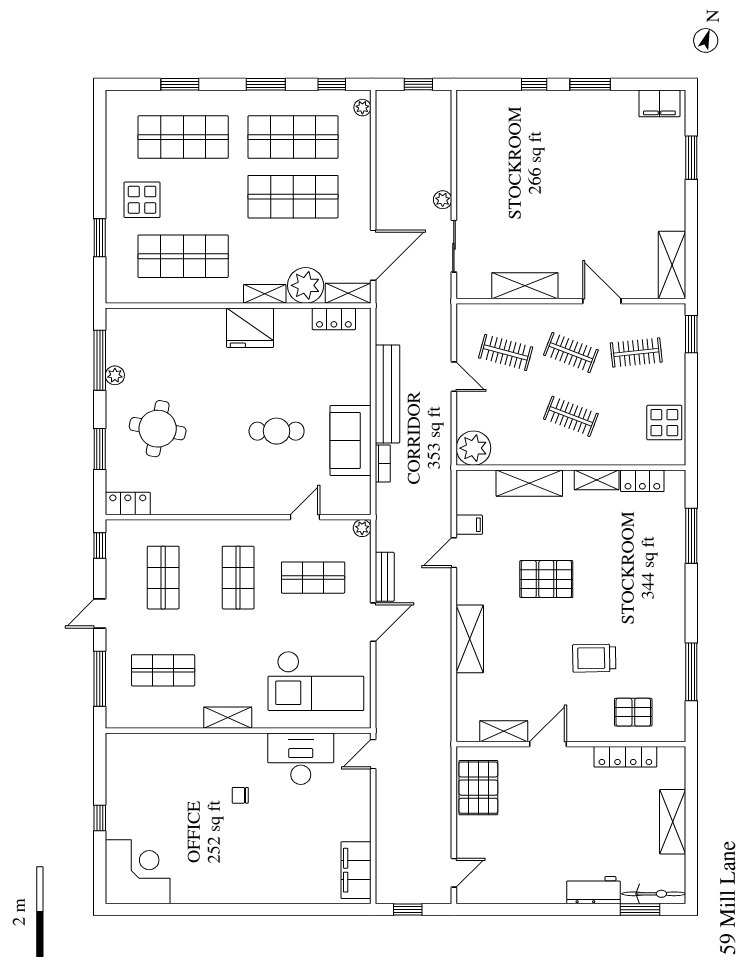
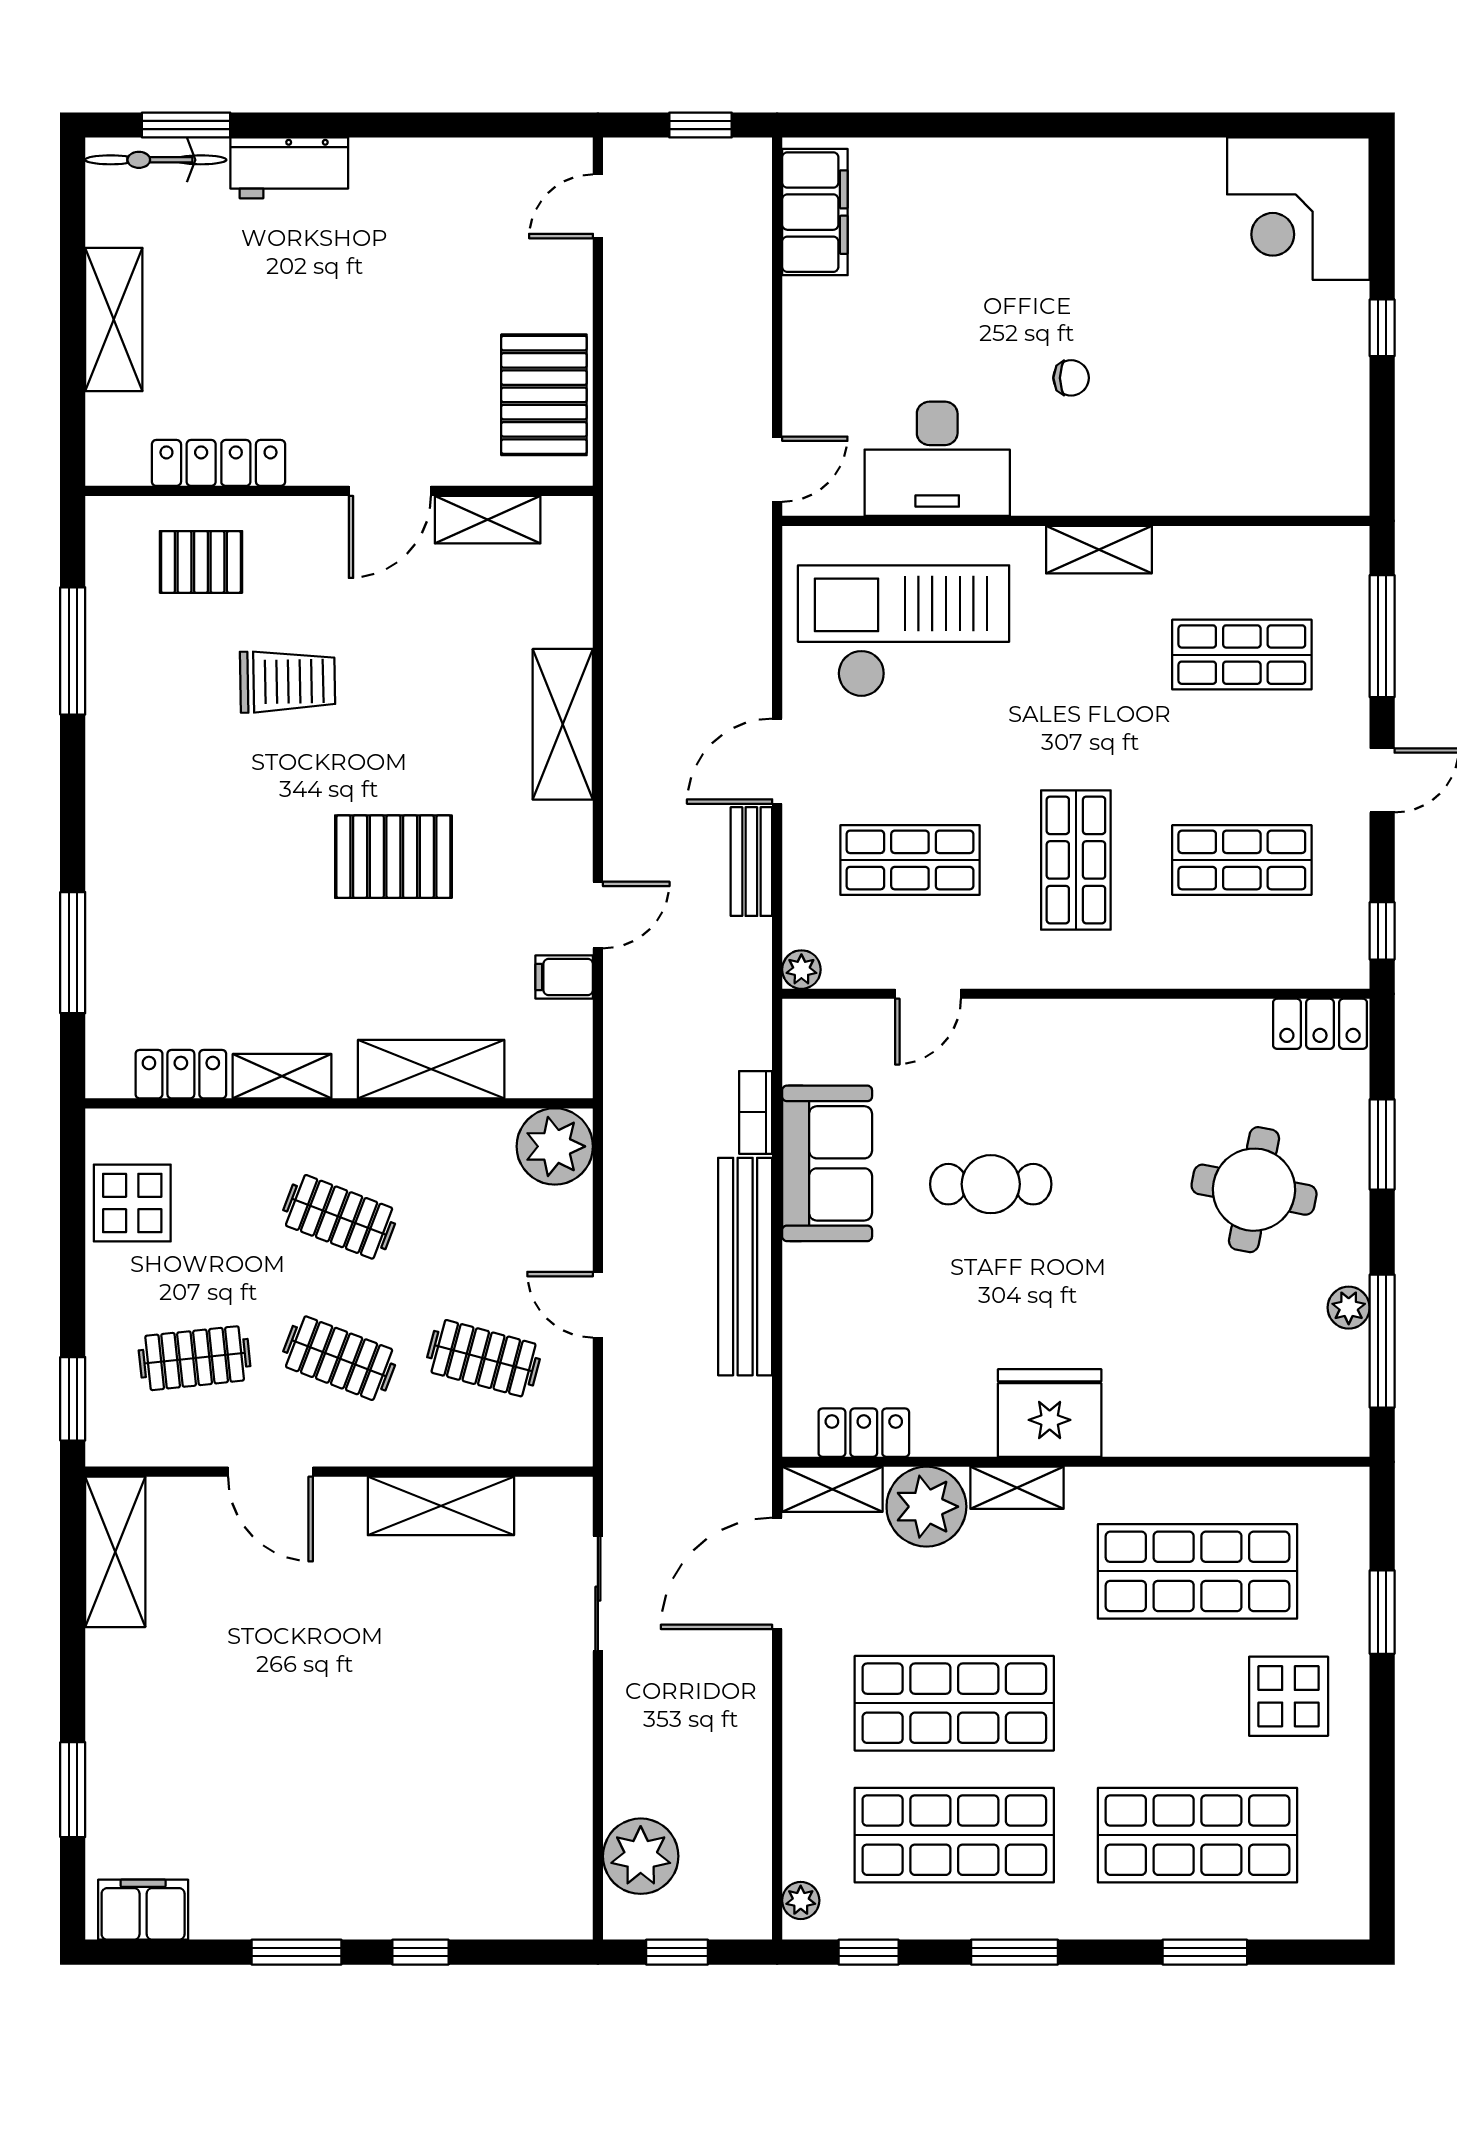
plant: (443, 200) -> (641, 1856), moved, width x1.87, depth x1.87
shop shelf: (163, 578) -> (1242, 860), turned 90

